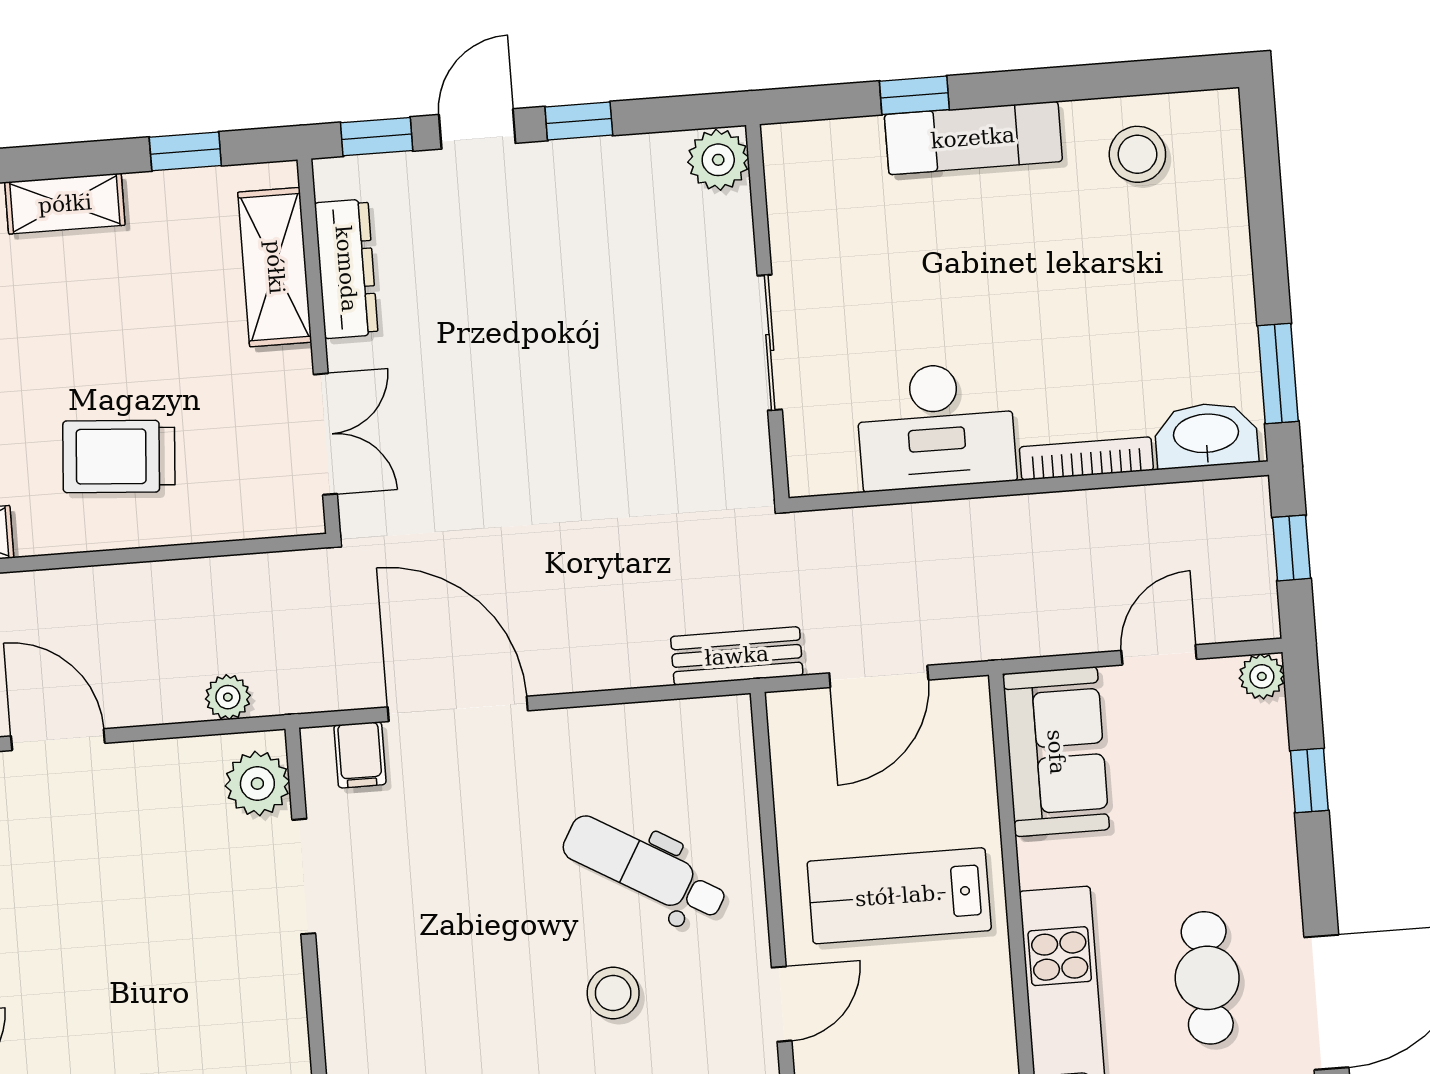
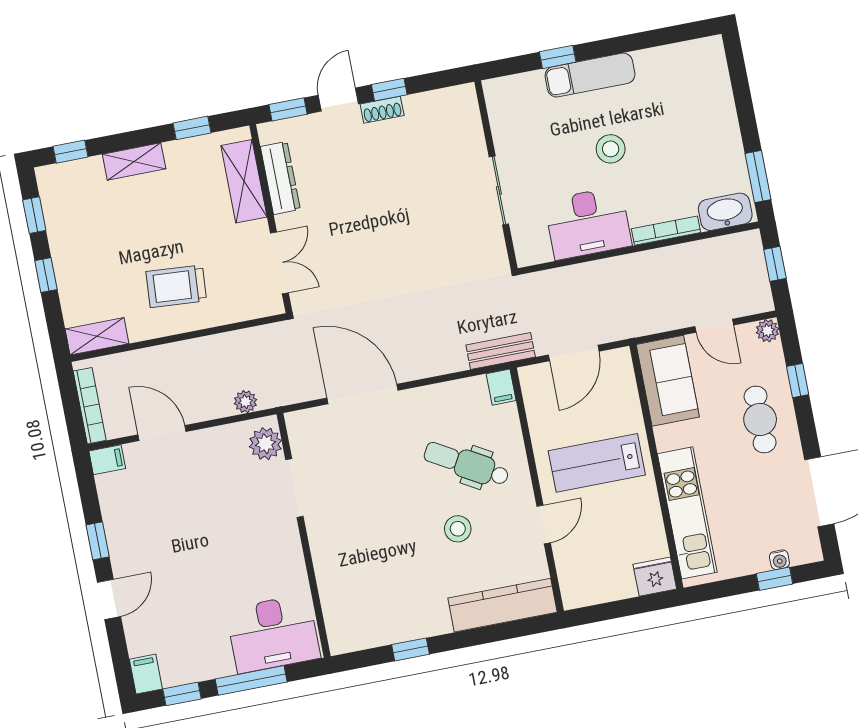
stool: (1137, 154) -> (611, 149), moved
shoe rack: (560, 159) -> (382, 110), added
plant: (718, 160) -> (462, 101), removed
door: (1159, 655) -> (714, 326), swing flipped
filing cabinet: (360, 755) -> (501, 387), moved
cafe table: (1207, 978) -> (760, 419), moved

